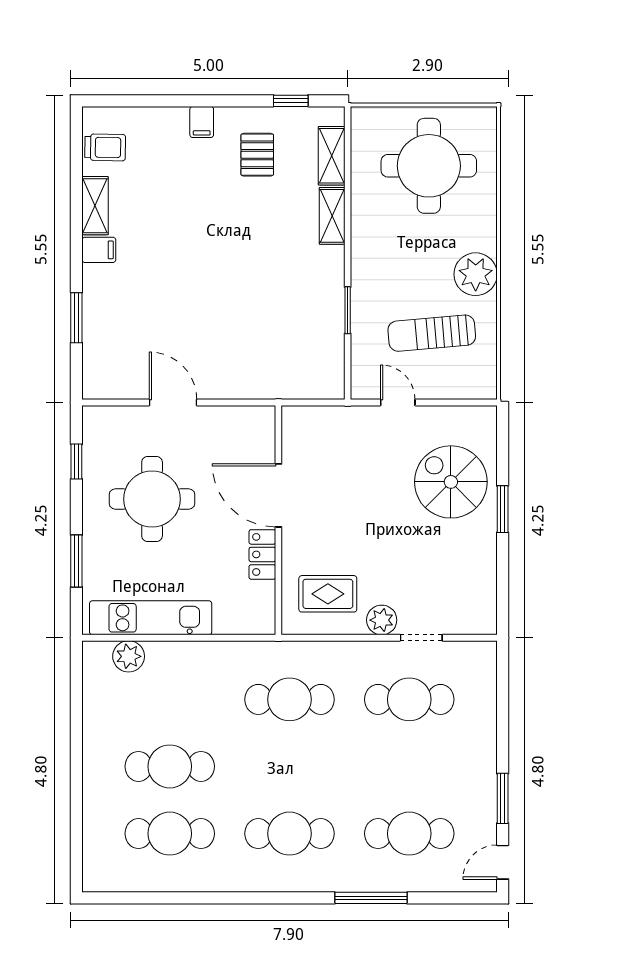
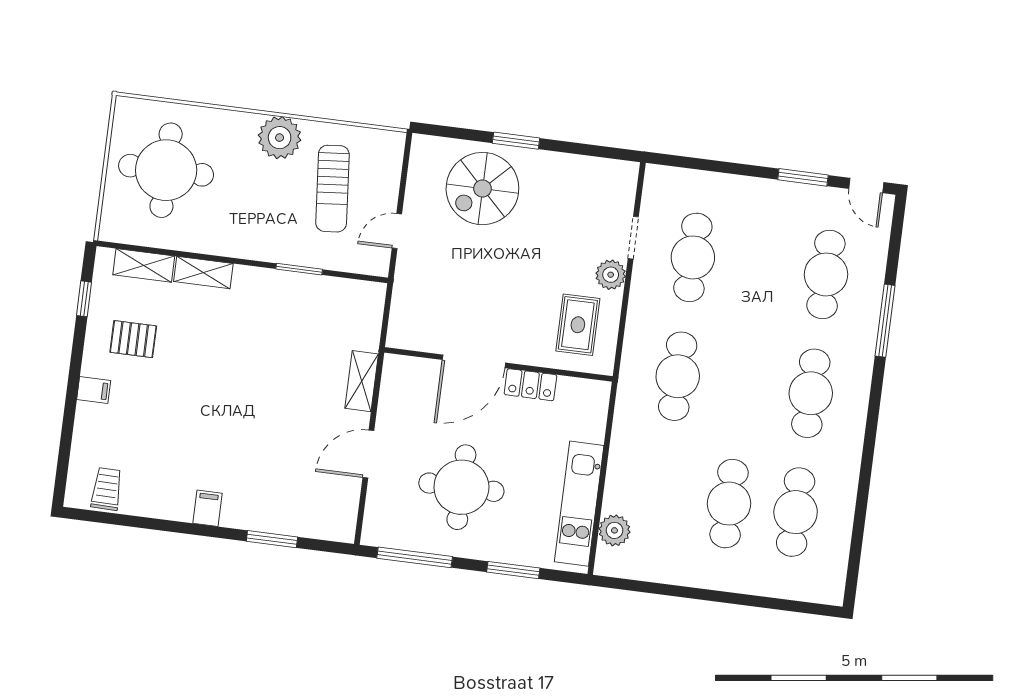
shelving: (95, 206) -> (362, 381), moved, turned 90
window: (76, 462) -> (415, 557), width x2.17

